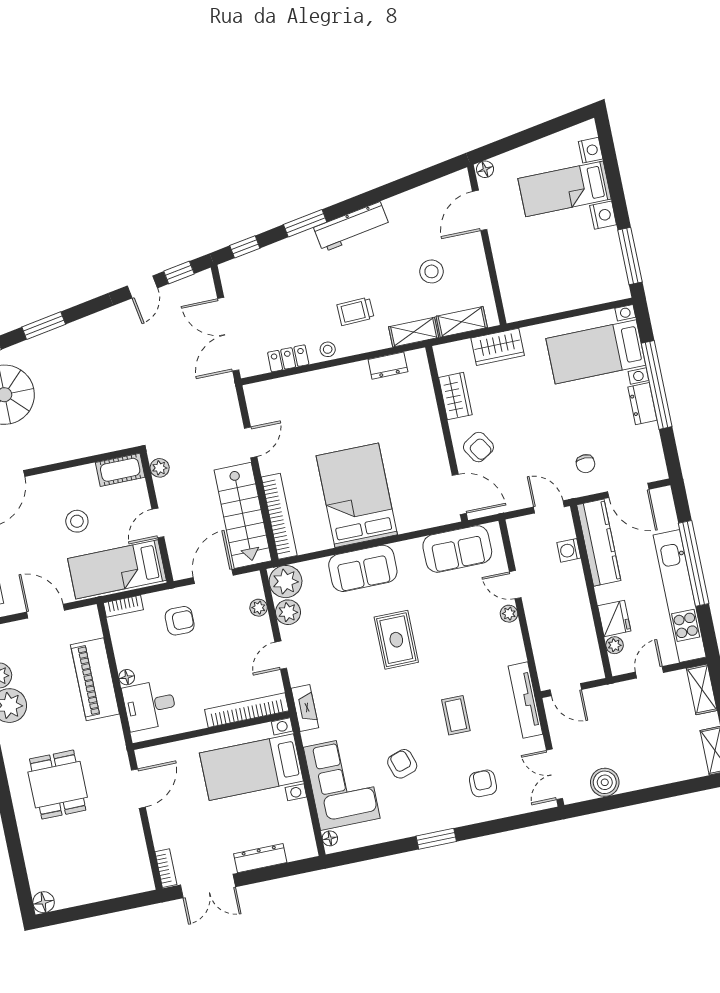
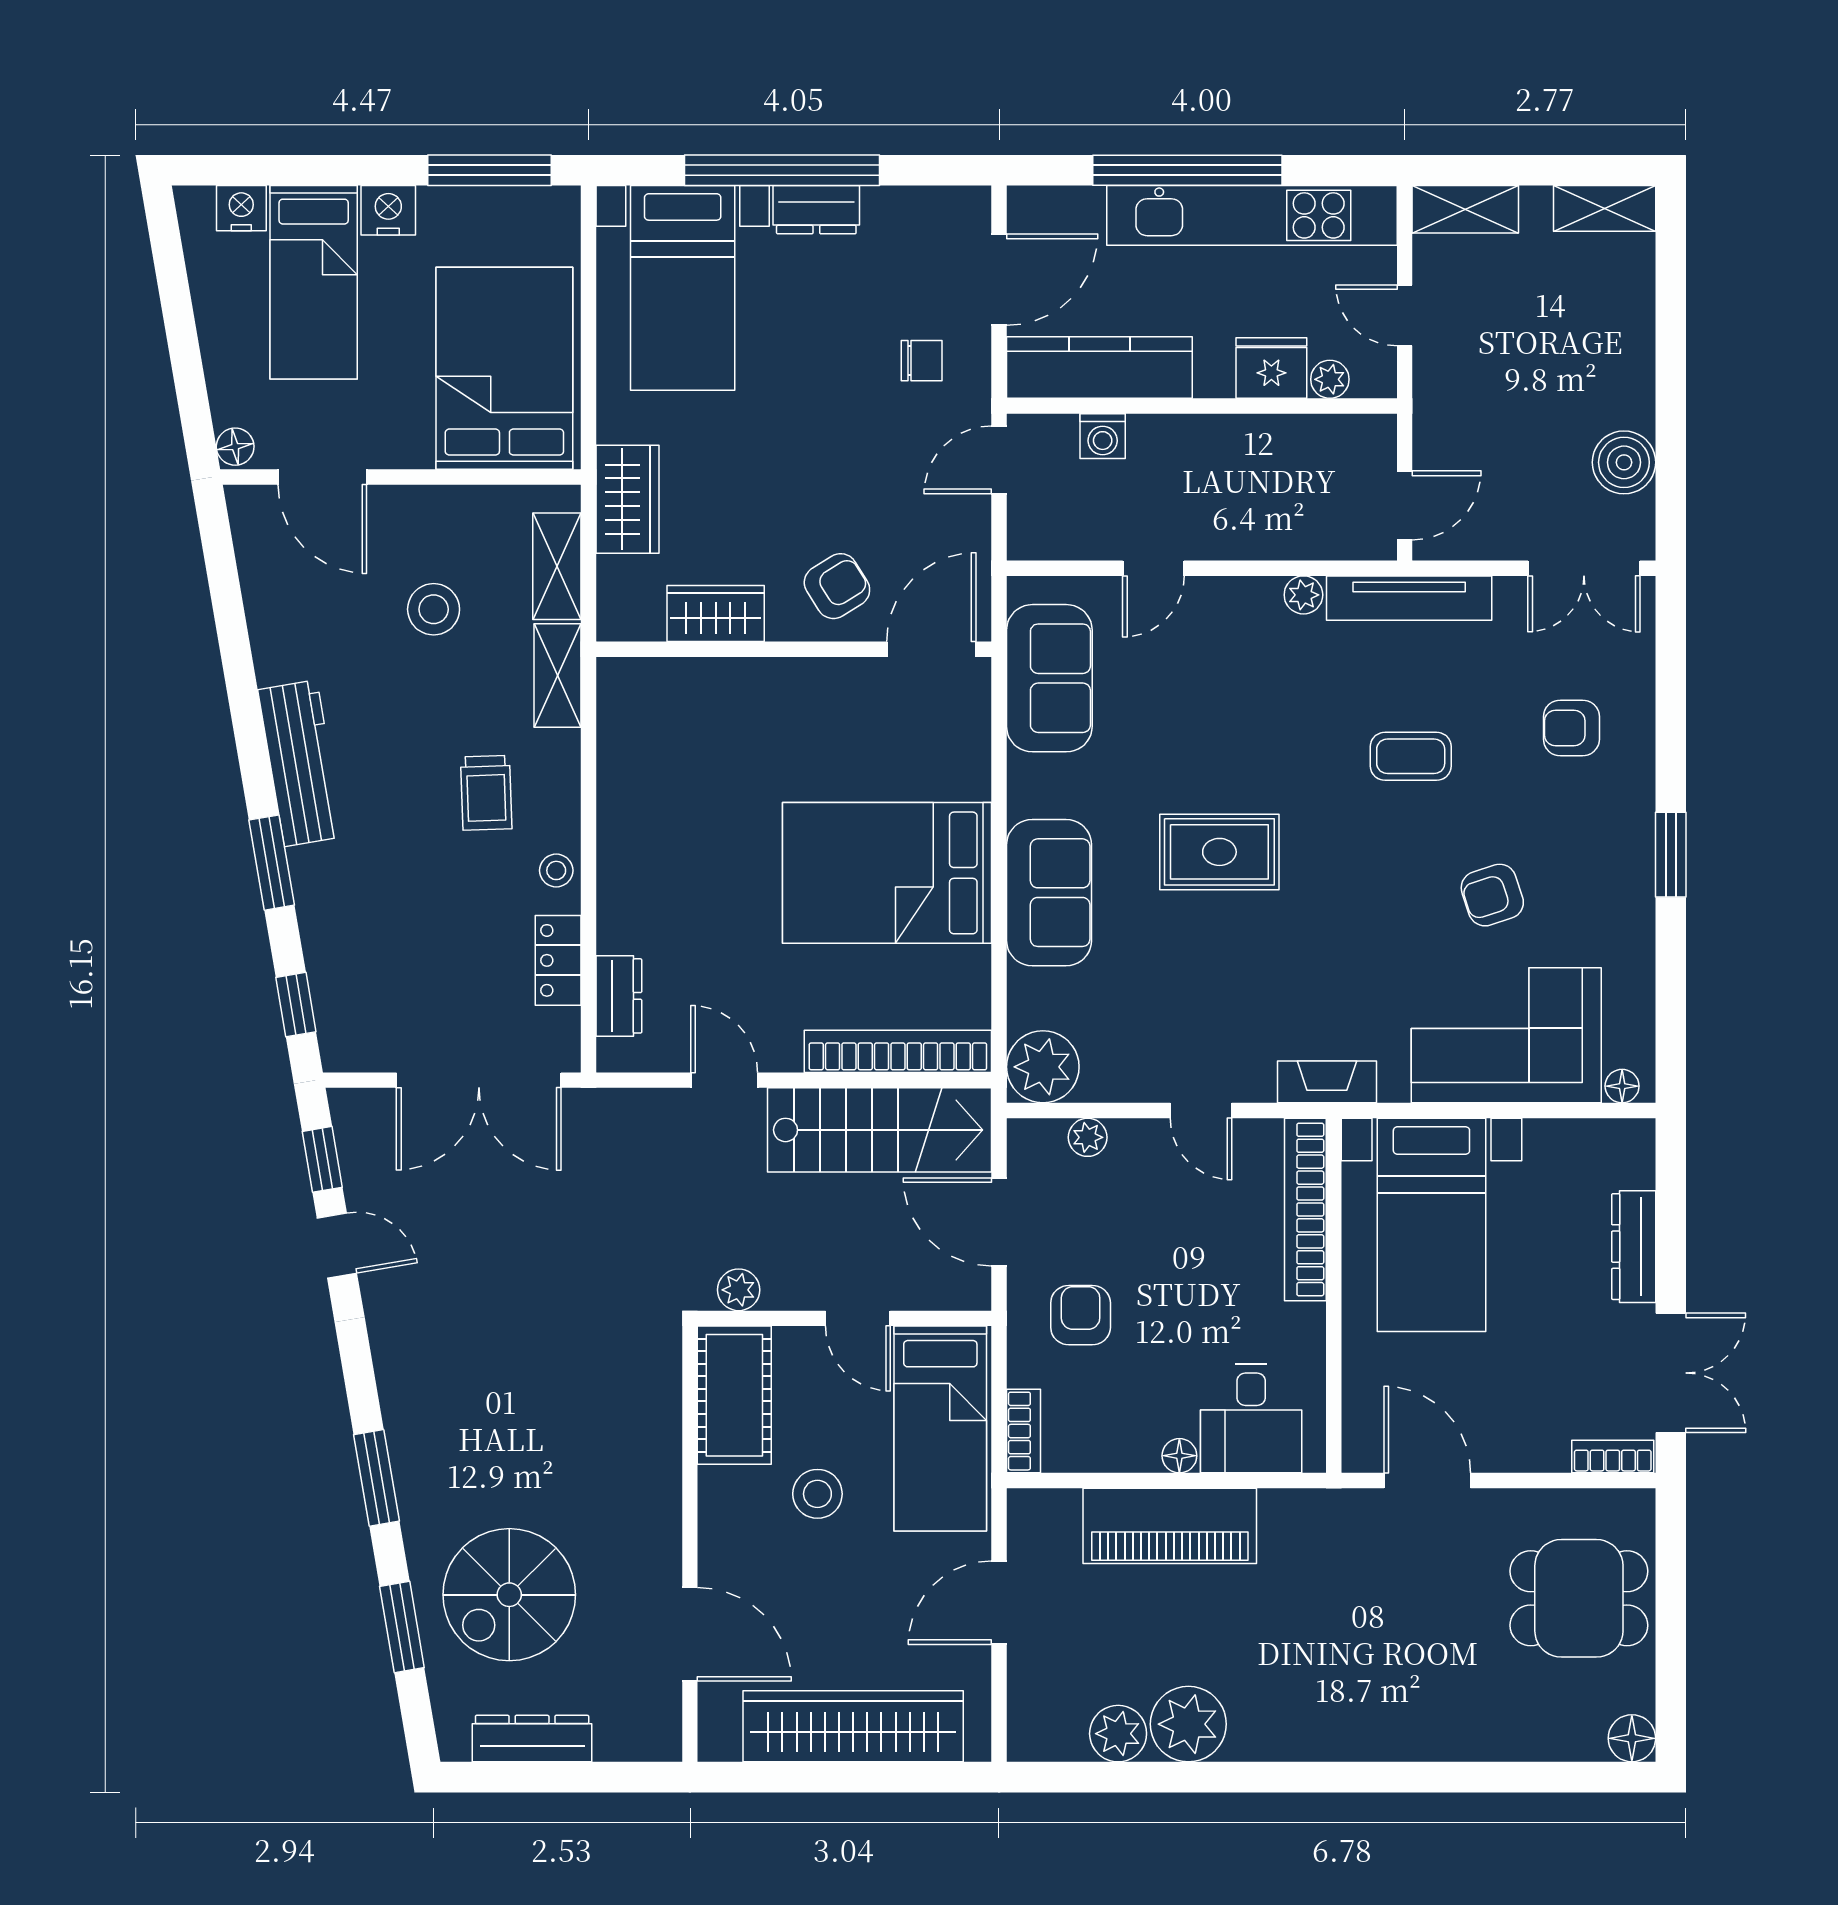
bed: (544, 281) -> (504, 368), added
dresser: (388, 366) -> (619, 996), moved
cot: (120, 470) -> (734, 1395), width x1.37, depth x1.34
plant: (288, 612) -> (1111, 1075), removed
plant: (509, 614) -> (1303, 595), moved
dining table: (58, 785) -> (1579, 1598), moved

